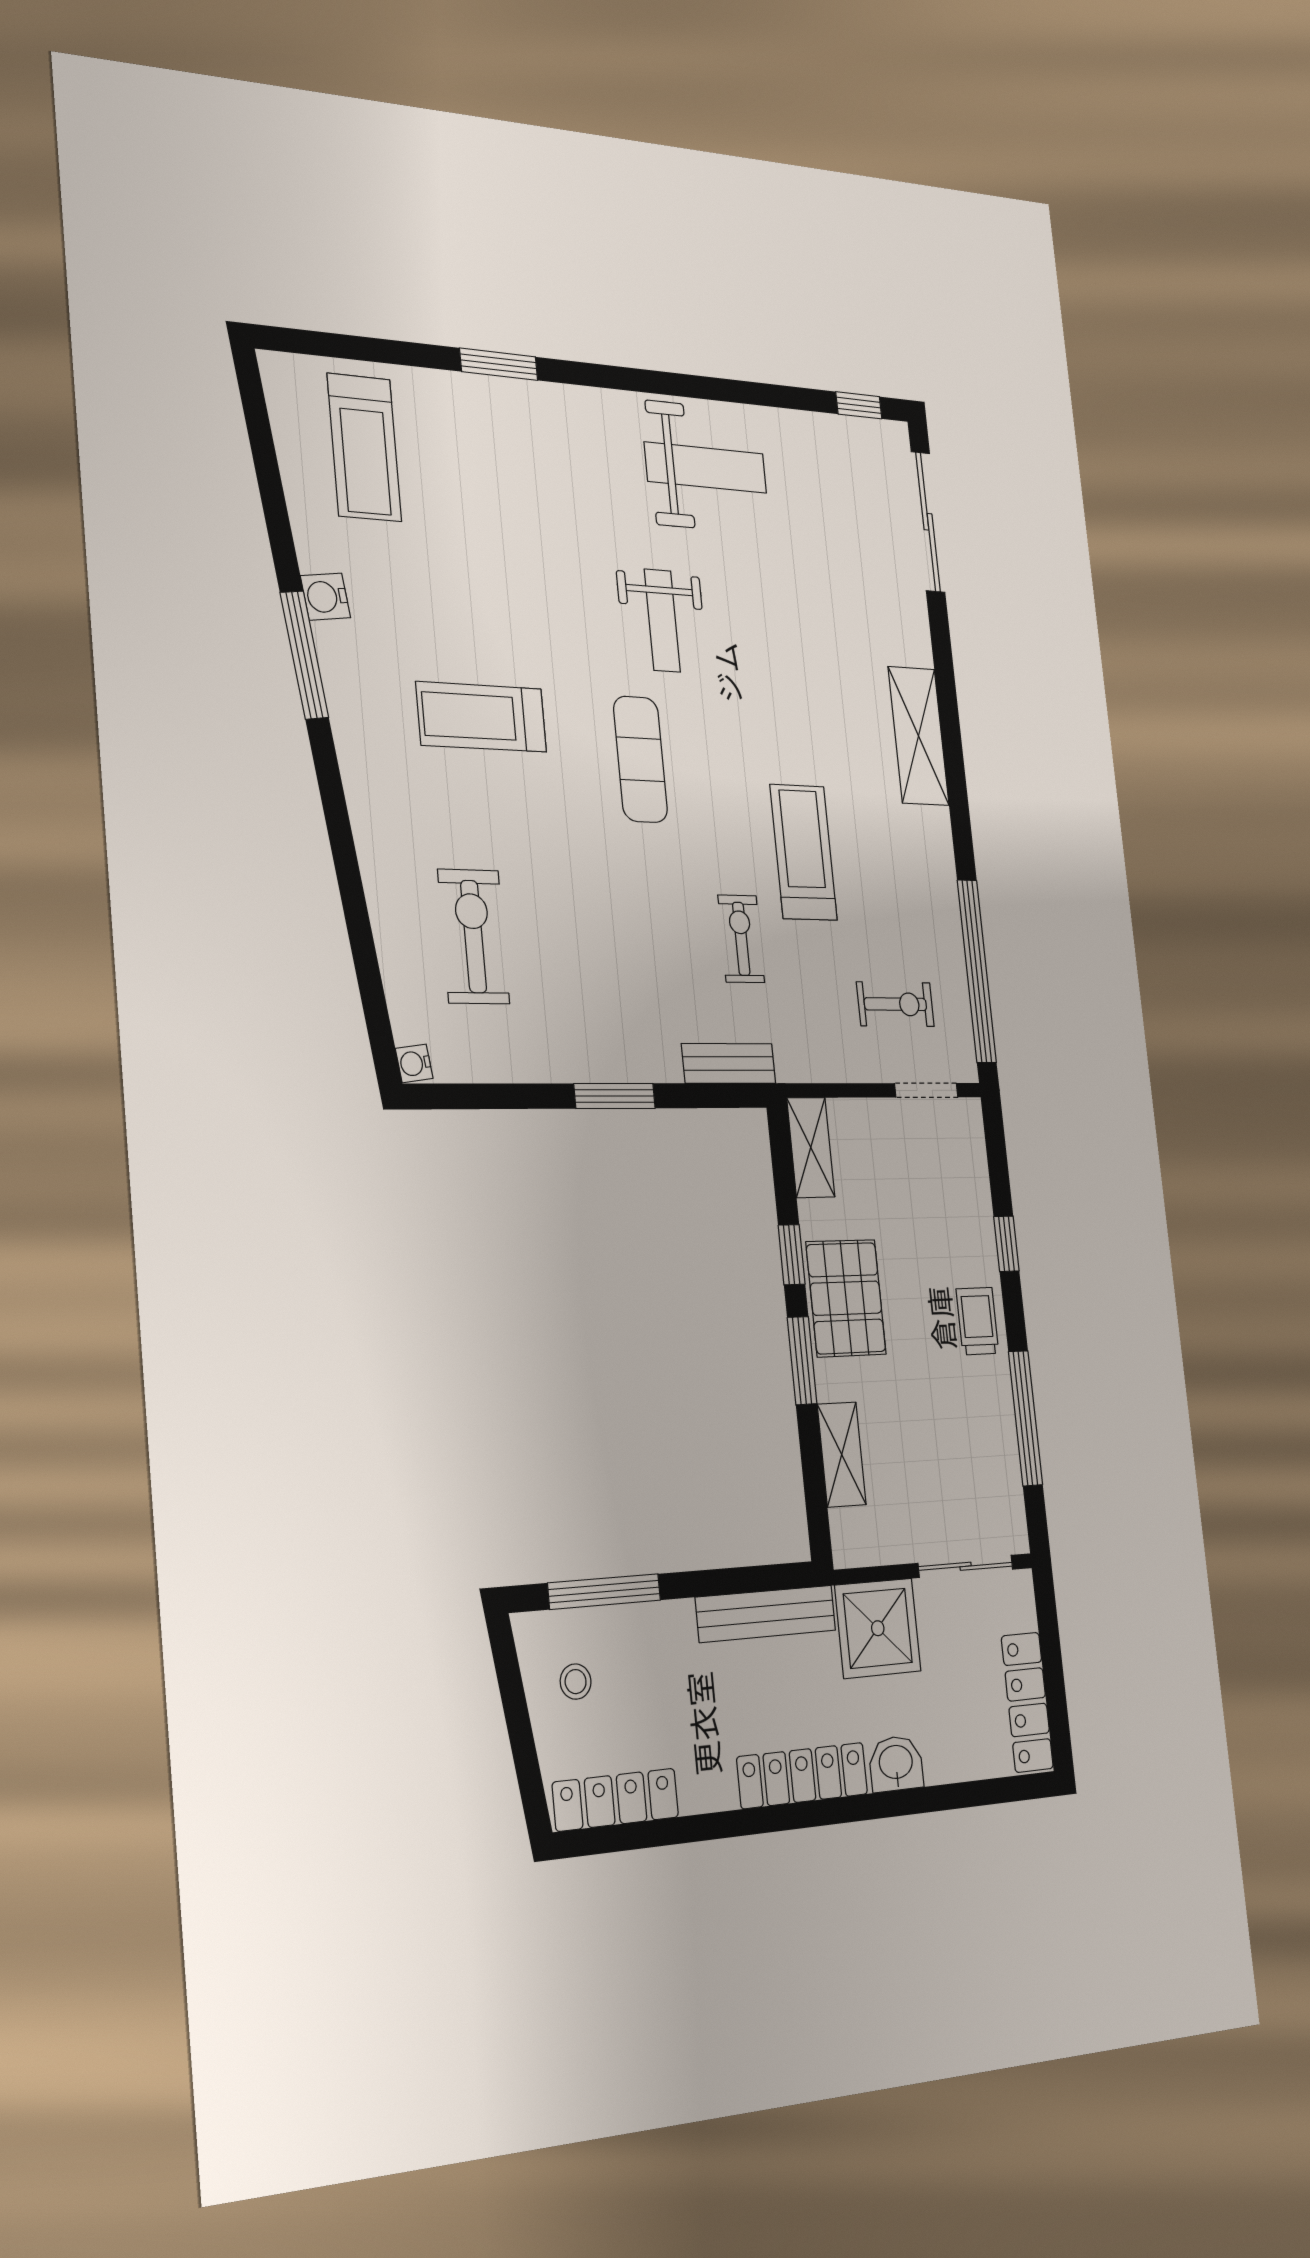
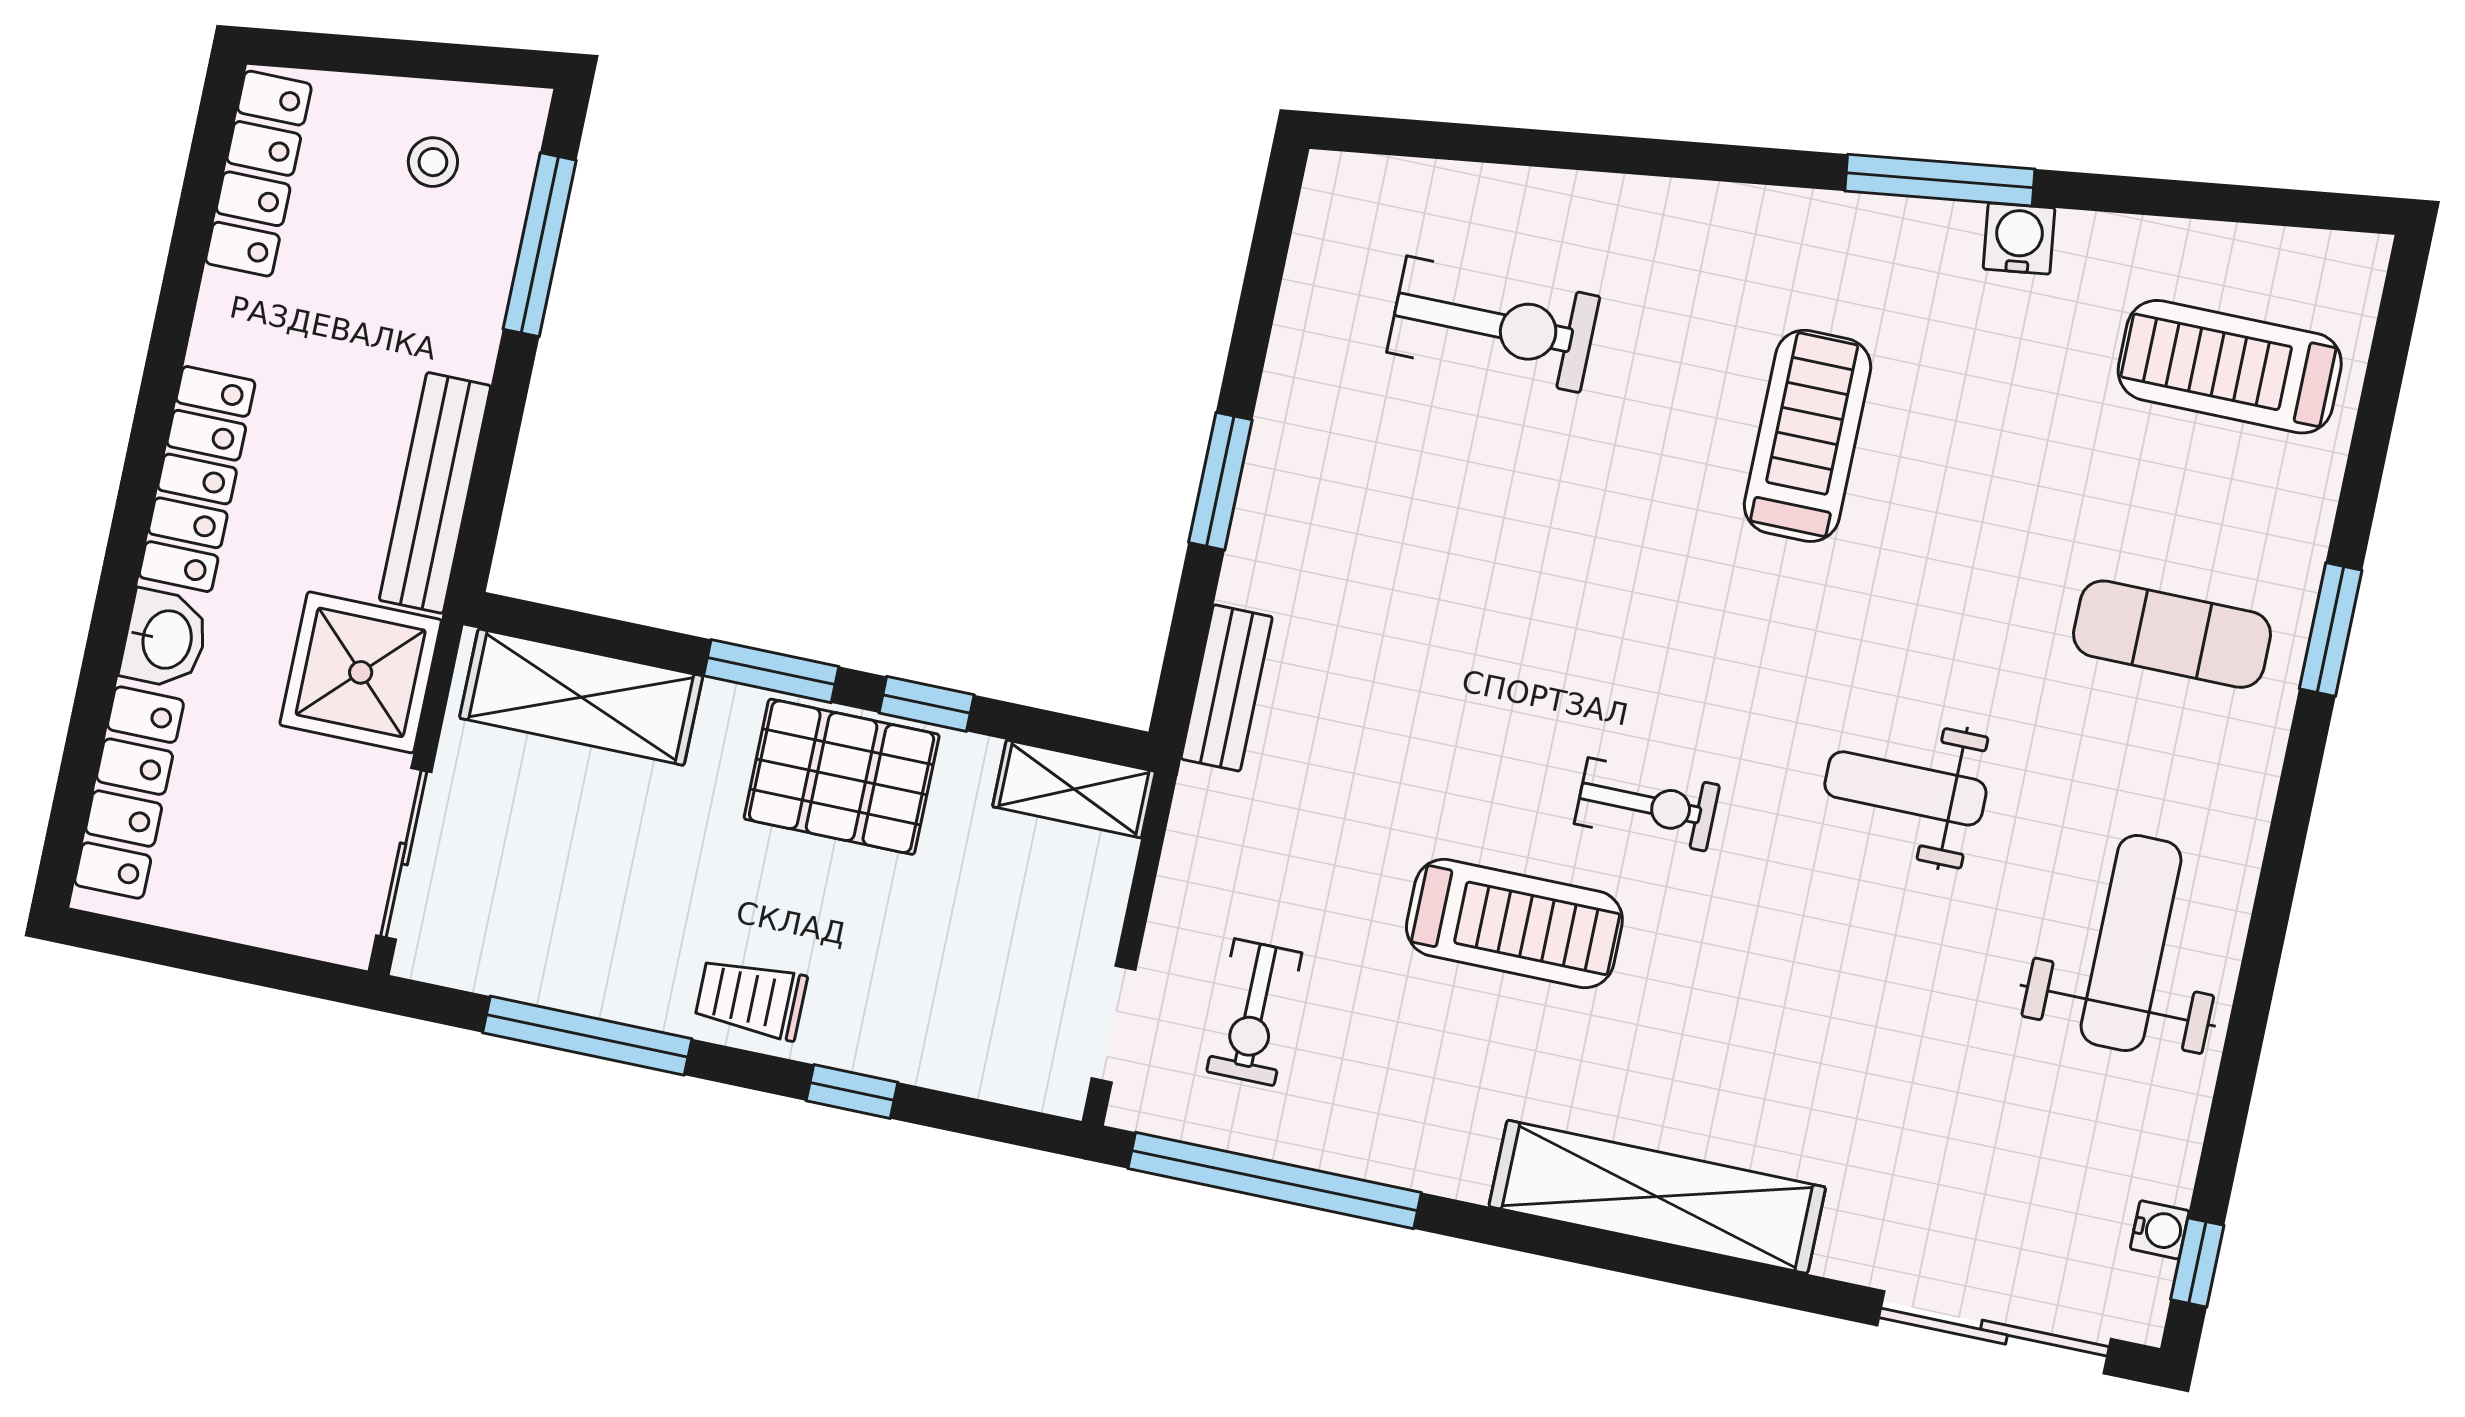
weight bench: (706, 468) -> (2131, 943), turned 180
shelving: (919, 736) -> (1657, 1197), width x1.47
exercise mat: (640, 759) -> (2172, 634), moved
exercise bike: (741, 939) -> (1647, 804), moved
water cooler: (414, 1063) -> (2160, 1230), moved, turned 97
trolley: (977, 1321) -> (751, 998), turned 180
shelving: (842, 1454) -> (581, 697), width x1.50, depth x1.33
locker: (1027, 1702) -> (129, 793), moved, turned 90

